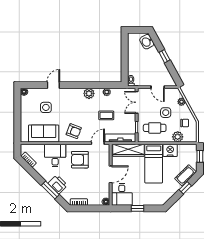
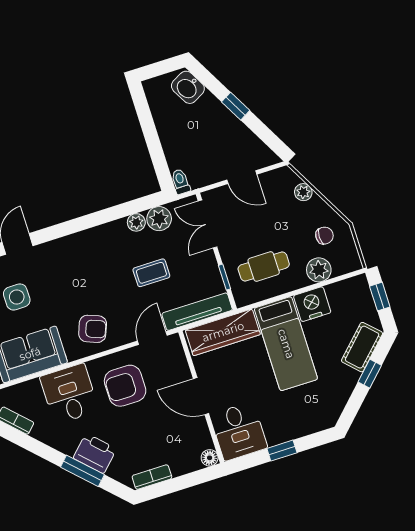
plant: (89, 93) -> (159, 219), moved
side table: (166, 113) -> (277, 226), removed
door: (111, 174) -> (201, 396), swing flipped

